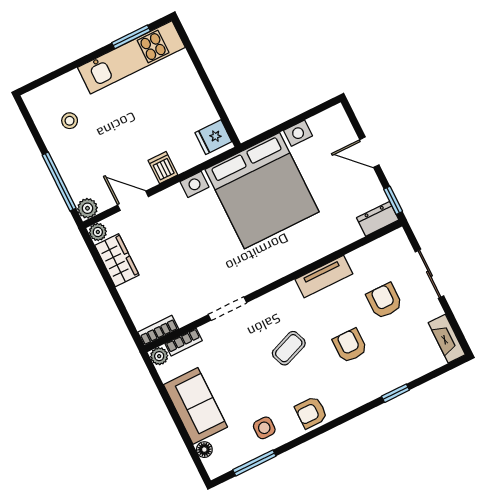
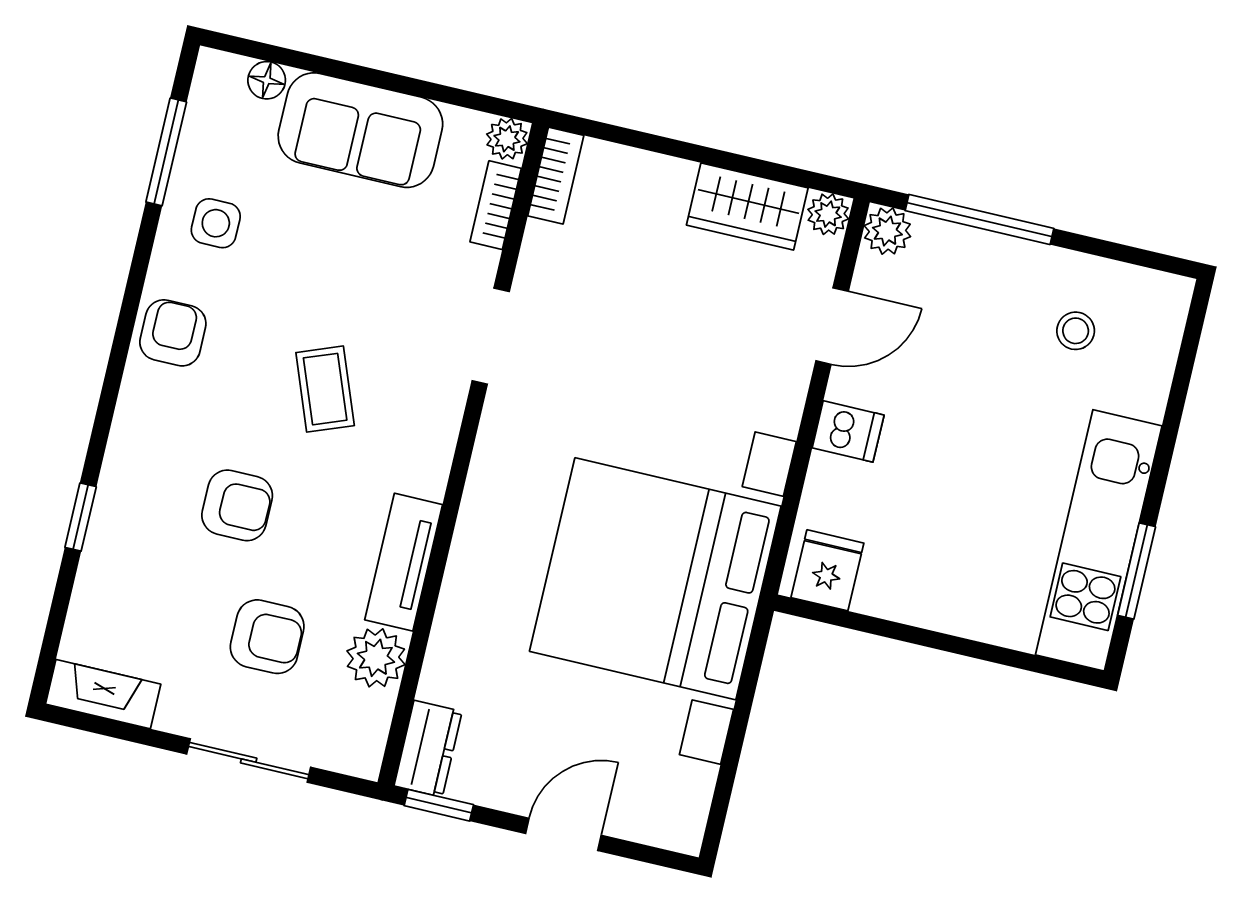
plant: (362, 260) -> (376, 658), added

